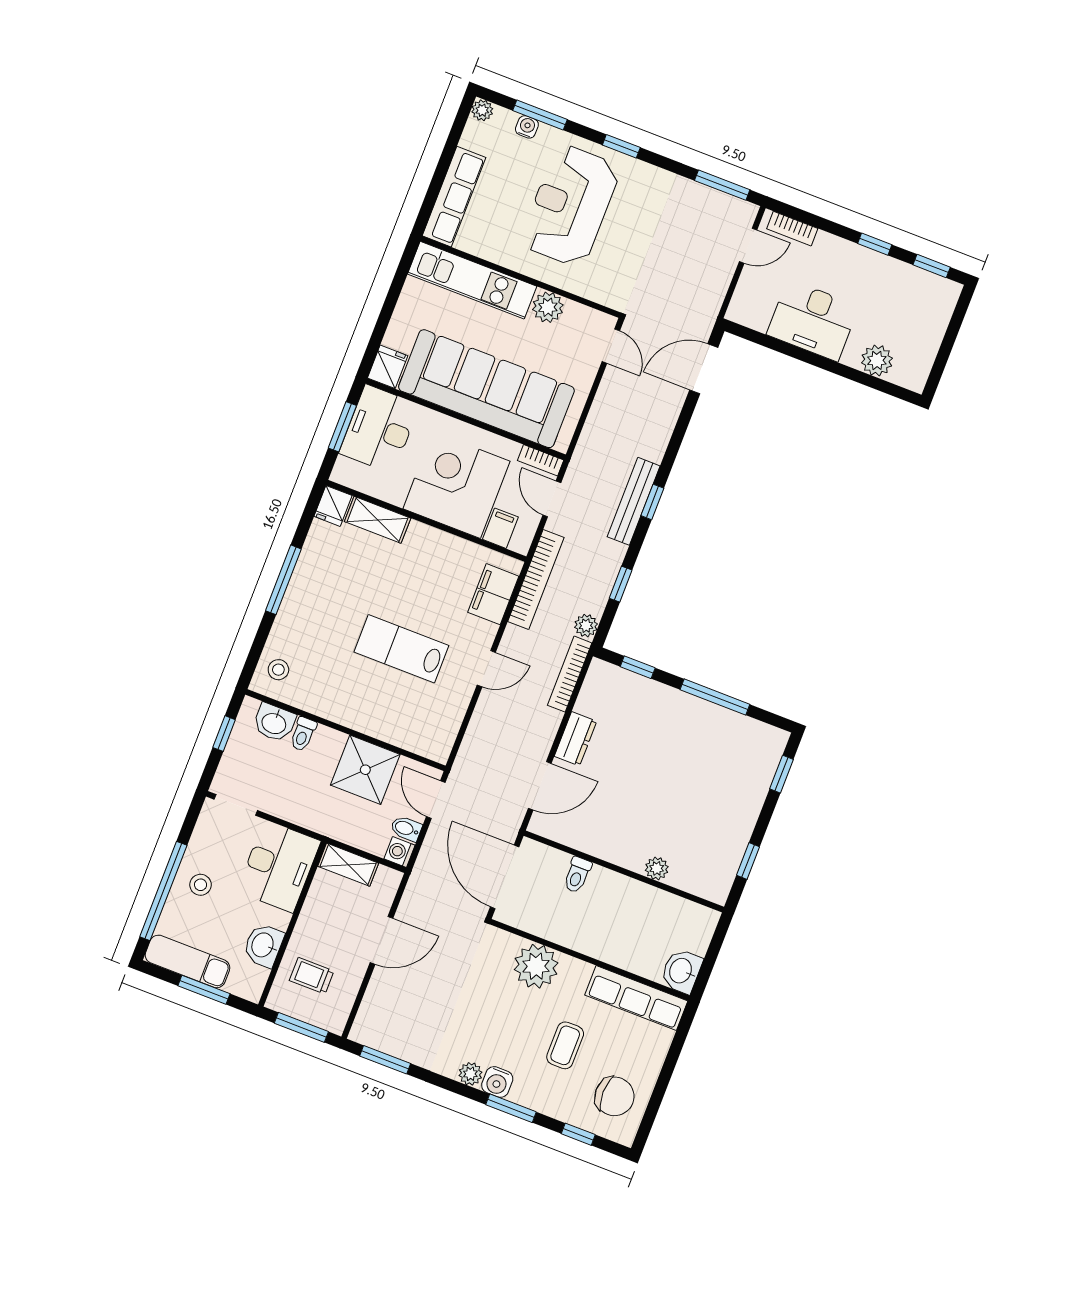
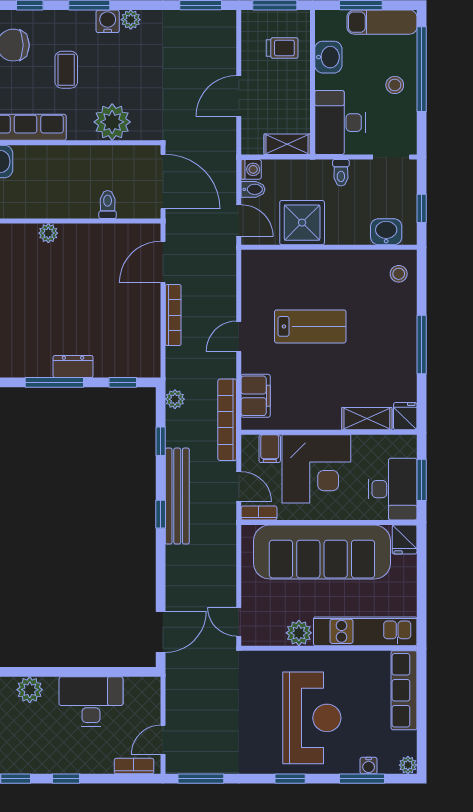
bench: (634, 501) -> (177, 496), width x1.37, depth x1.21
bookcase: (570, 674) -> (173, 315), moved
toilet: (303, 734) -> (341, 173), moved, turned 180
dresser: (576, 739) -> (73, 366), moved, turned 90

